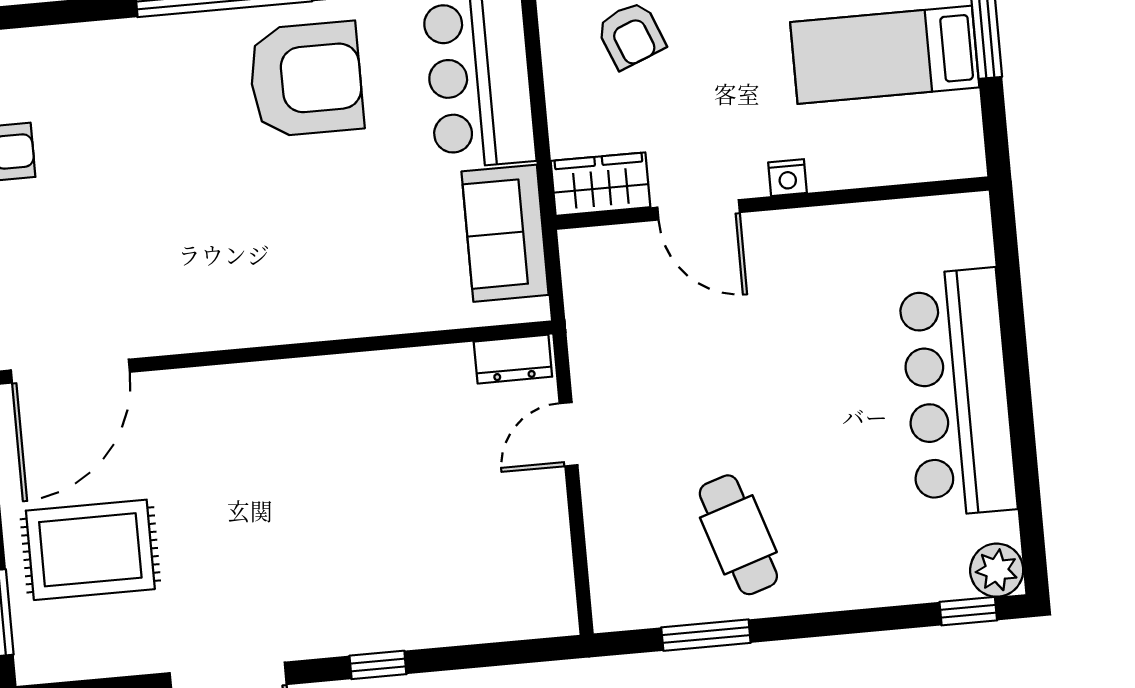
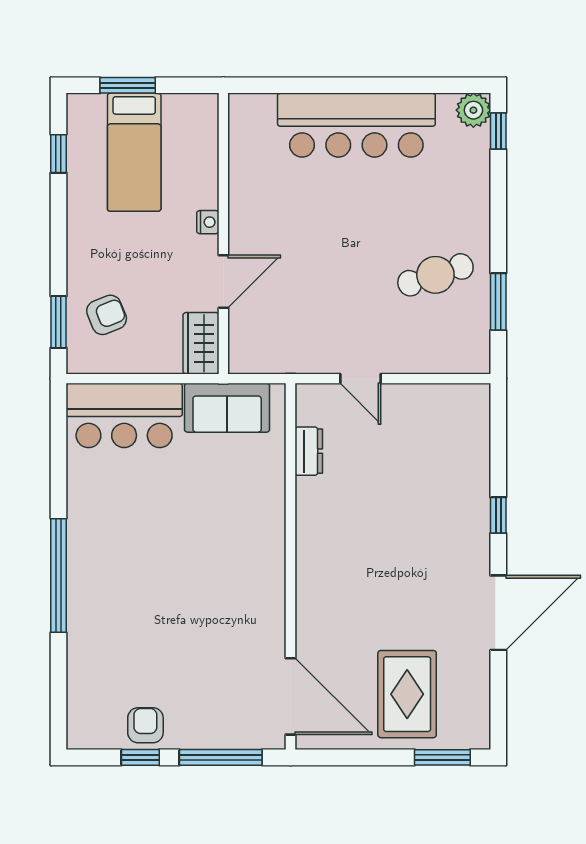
armchair: (306, 79) -> (116, 527), removed
dresser: (513, 359) -> (309, 451), moved

